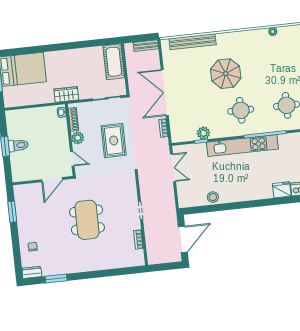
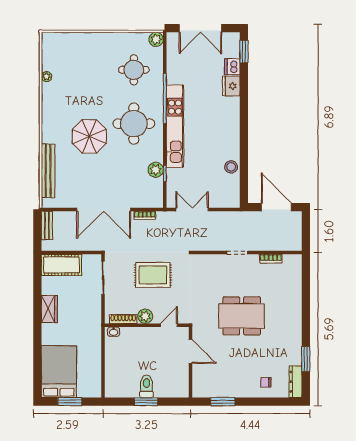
wardrobe: (66, 94) -> (49, 309), moved, turned 180
round table: (241, 110) -> (134, 124), width x1.36, depth x1.36
dresser: (32, 272) -> (296, 382), width x1.44

